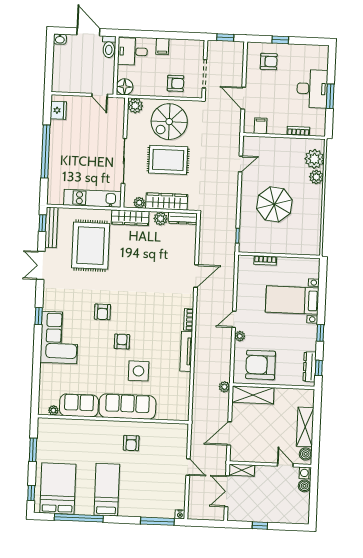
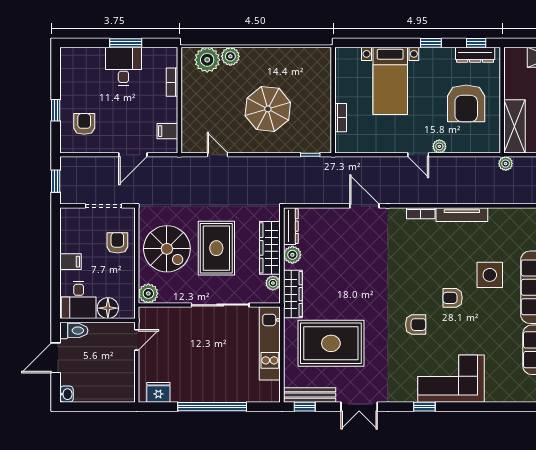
floor lamp: (125, 87) -> (108, 308), moved
desk: (312, 89) -> (123, 66), width x0.73
armchair: (261, 365) -> (466, 103), moved

